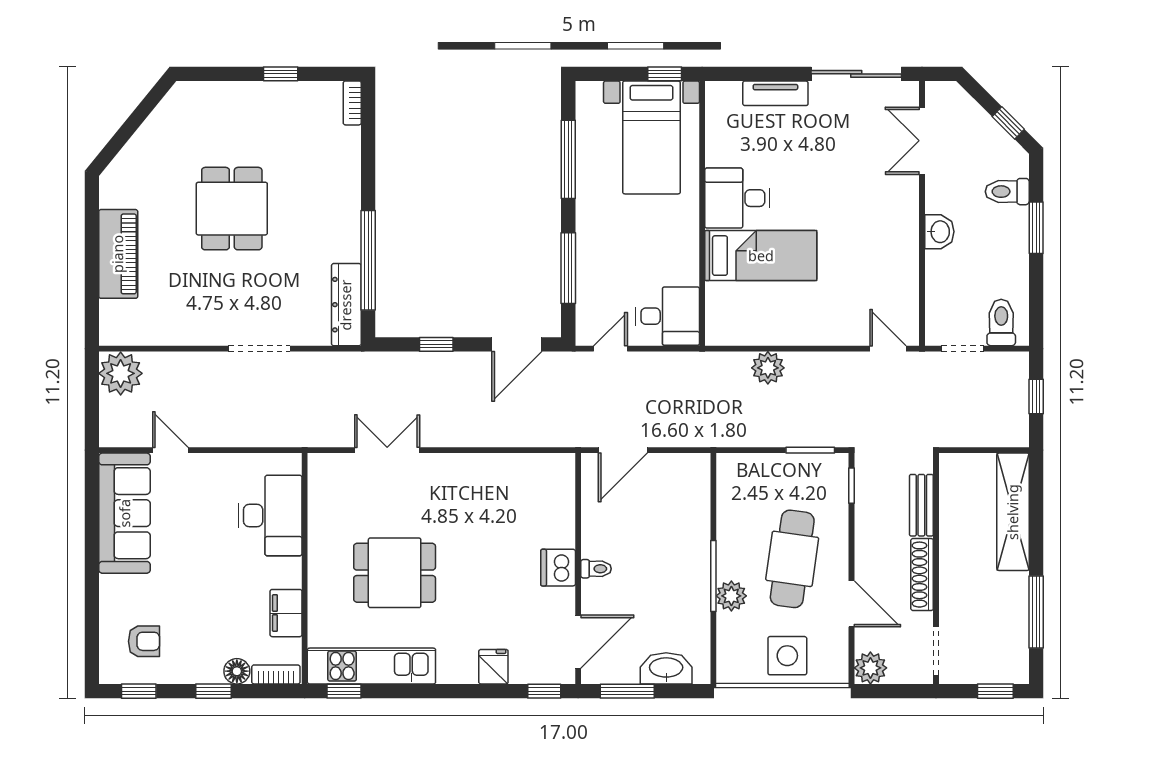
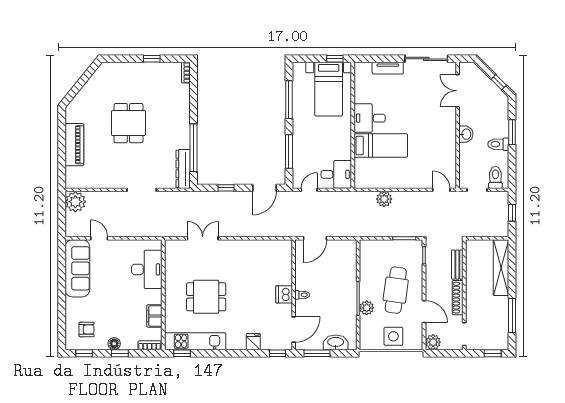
toilet: (1007, 192) -> (498, 144), moved
floor lamp: (237, 671) -> (114, 344), moved

